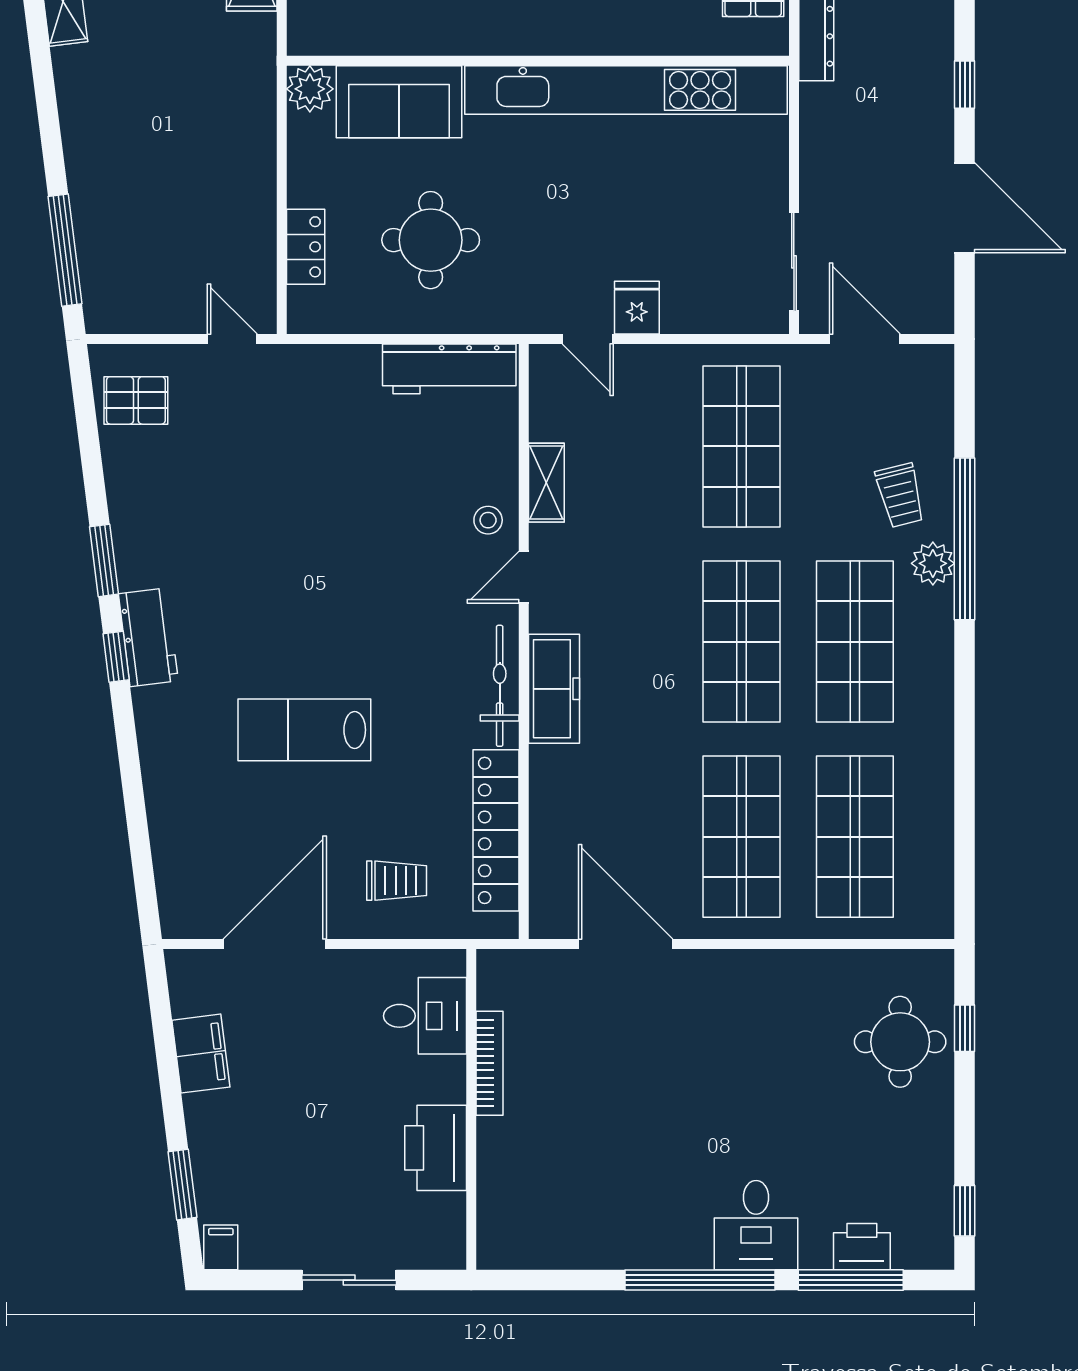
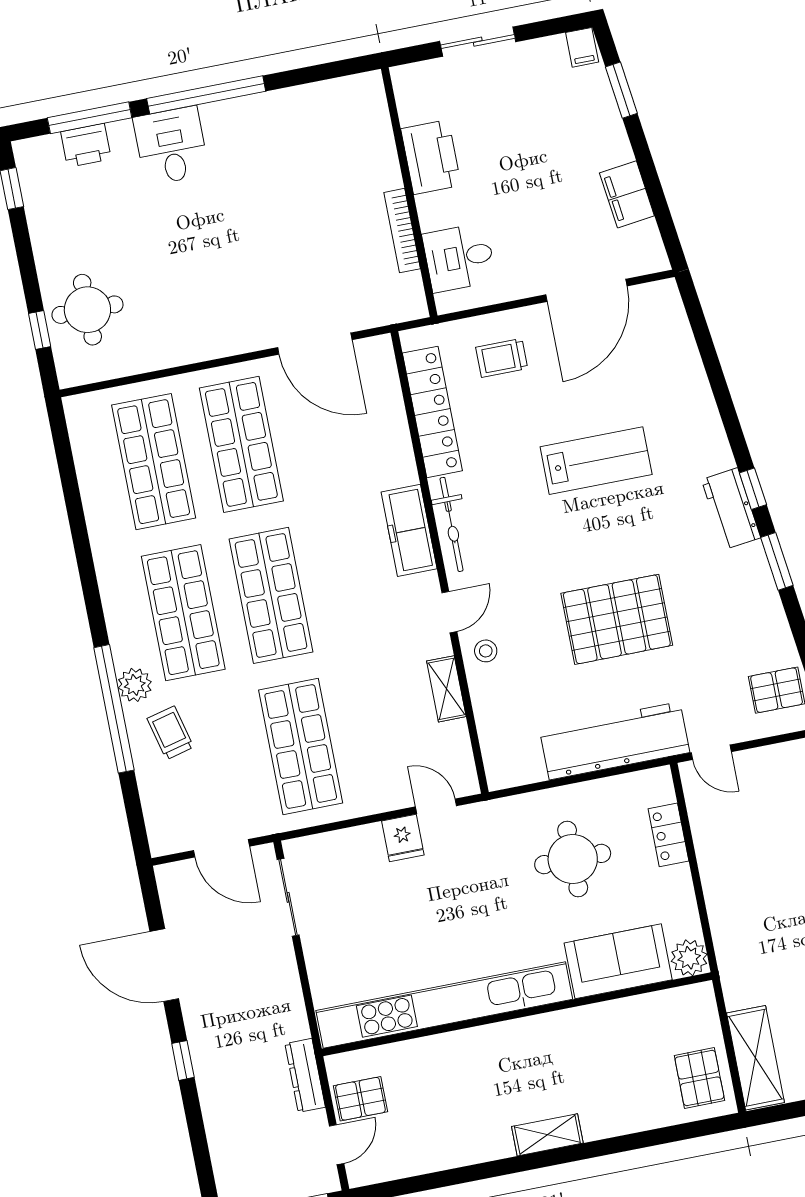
workbench: (449, 369) -> (615, 741), moved, width x1.36, depth x1.32
pallet: (317, 527) -> (617, 619), added

